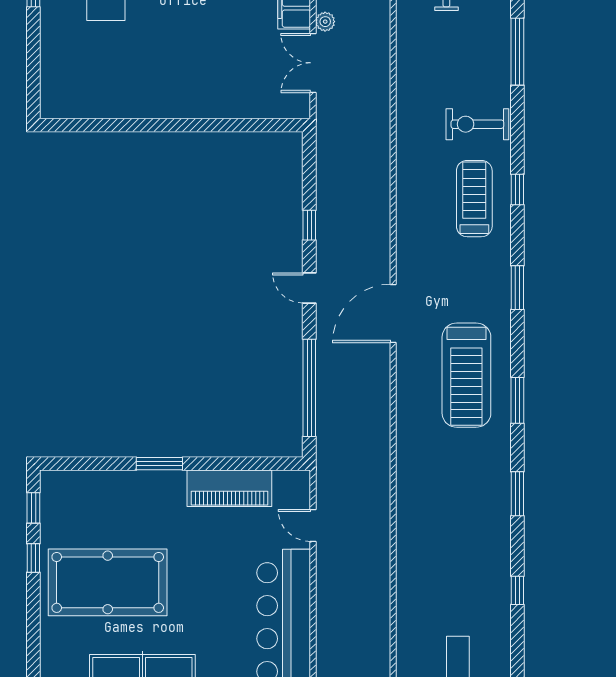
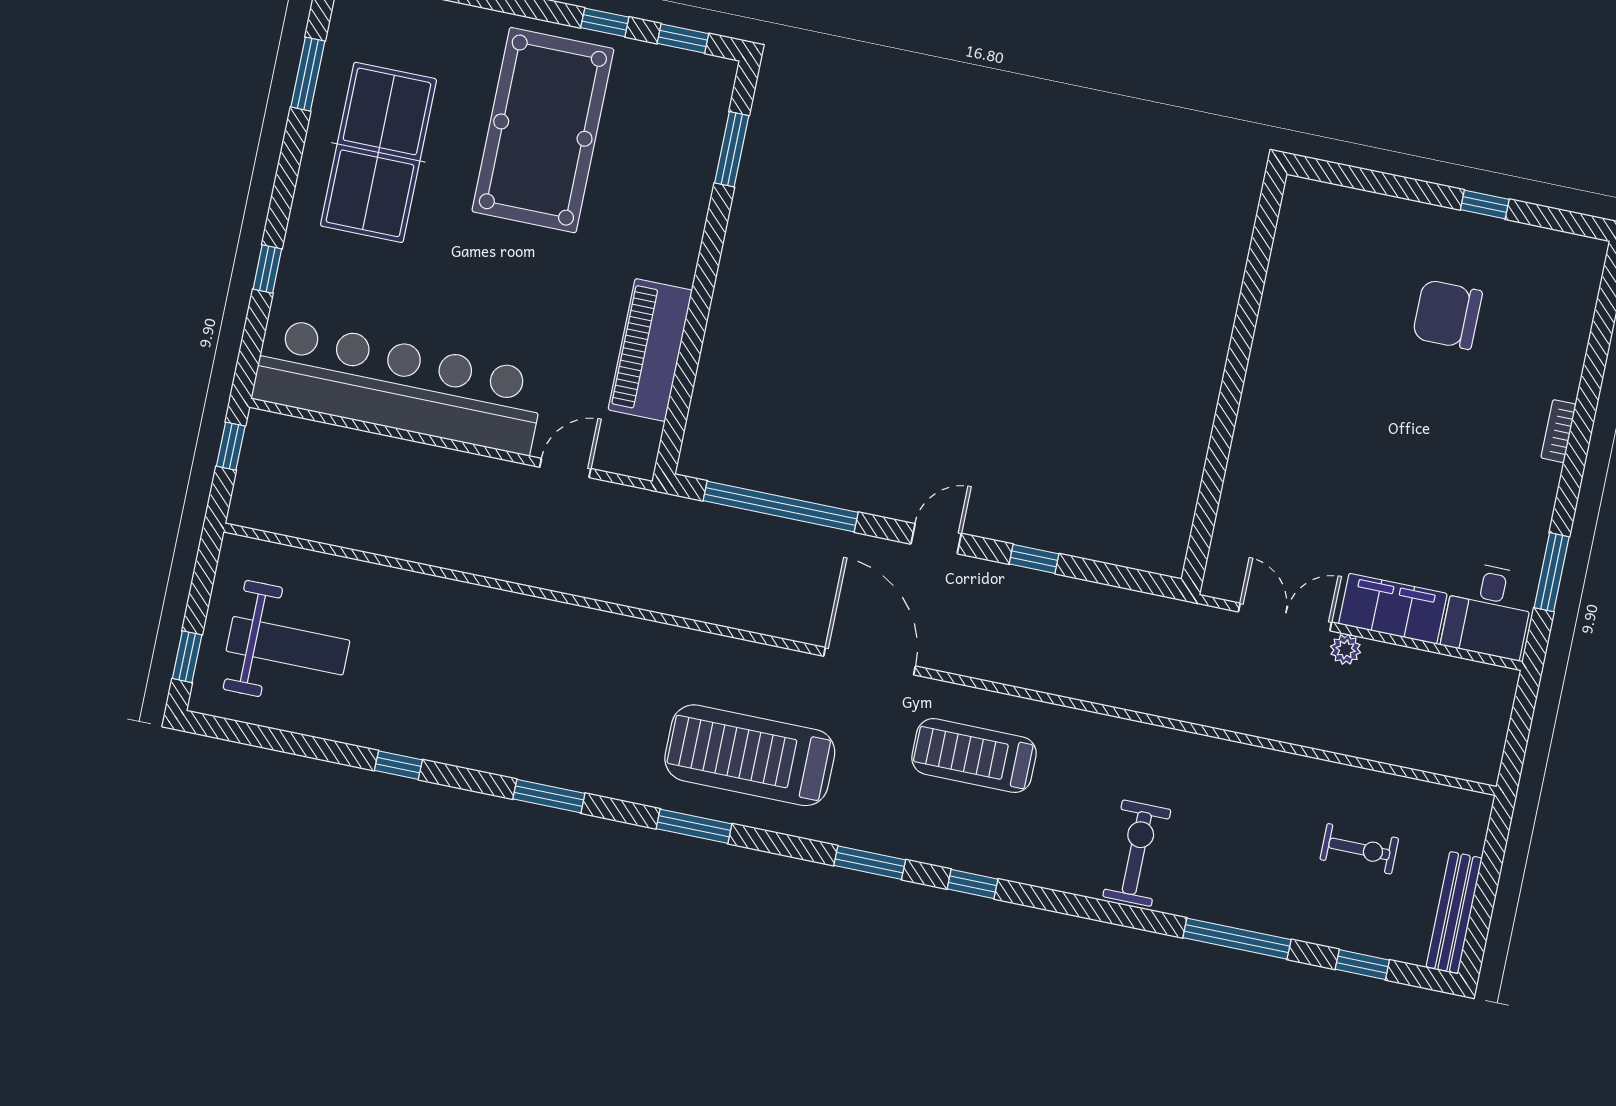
window: (517, 190) -> (973, 884), moved
treadmill: (474, 199) -> (974, 756), moved, turned 180
window: (159, 464) -> (732, 149), moved

